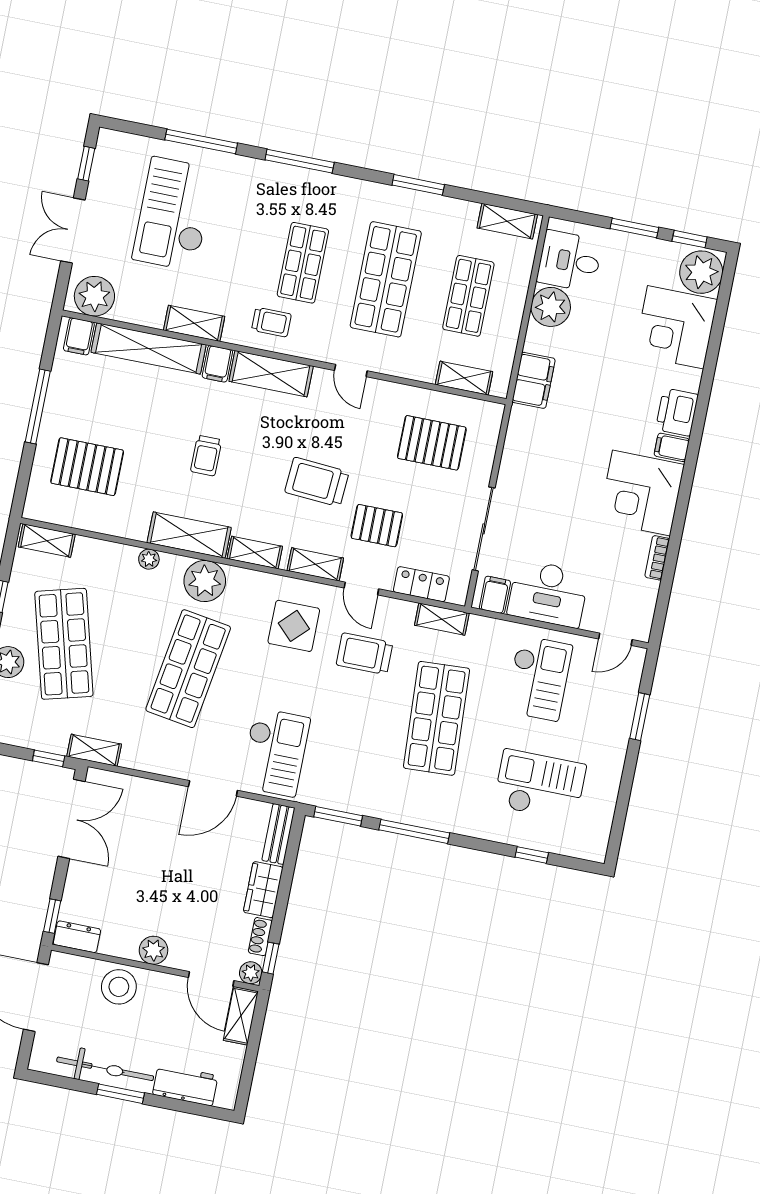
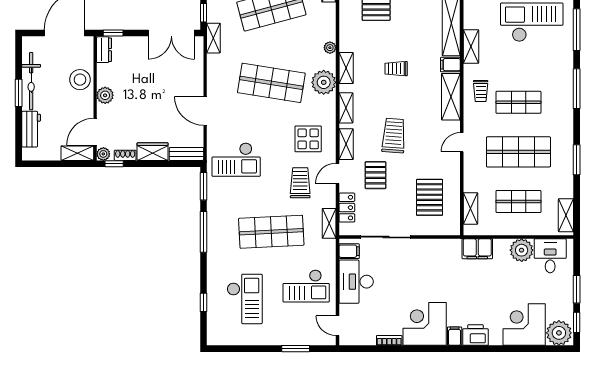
shelving: (189, 535) -> (346, 68), width x0.67, depth x0.75
checkout: (275, 752) -> (236, 160), moved

